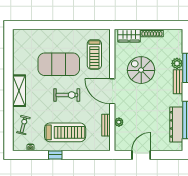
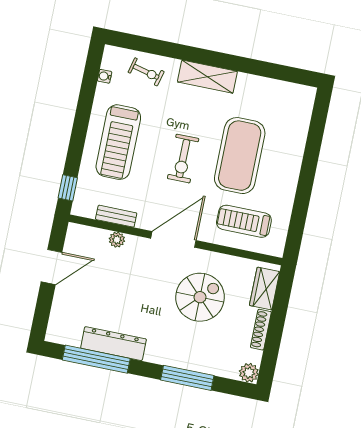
plant: (177, 63) -> (249, 373), moved
bench: (178, 82) -> (166, 357), removed
dresser: (176, 124) -> (114, 344), moved
window: (55, 155) -> (68, 188), moved
door: (141, 155) -> (51, 267), hinge flipped

